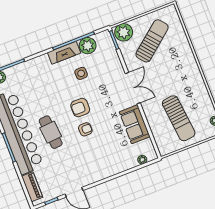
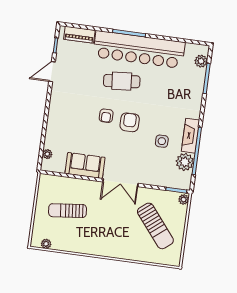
plant: (124, 32) -> (184, 199), width x0.53, depth x0.53
sun lounger: (179, 118) -> (68, 211), width x0.73, depth x0.75

